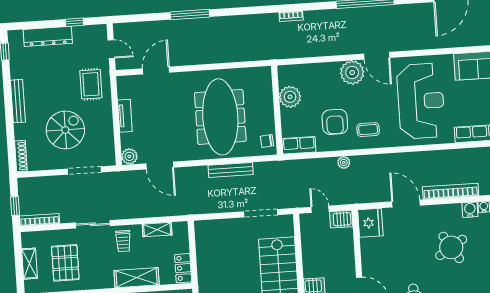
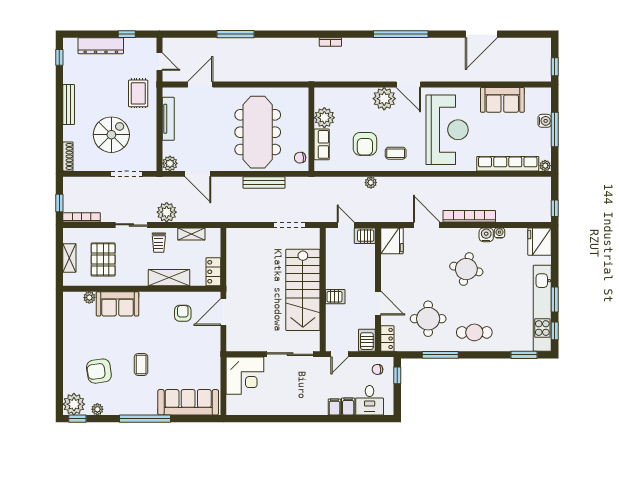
tv unit: (125, 116) -> (168, 119), width x1.41
row of seats: (299, 145) -> (322, 144), moved, turned 90
plant: (129, 208) -> (167, 212), added
round table: (451, 247) -> (466, 269), turned 45

